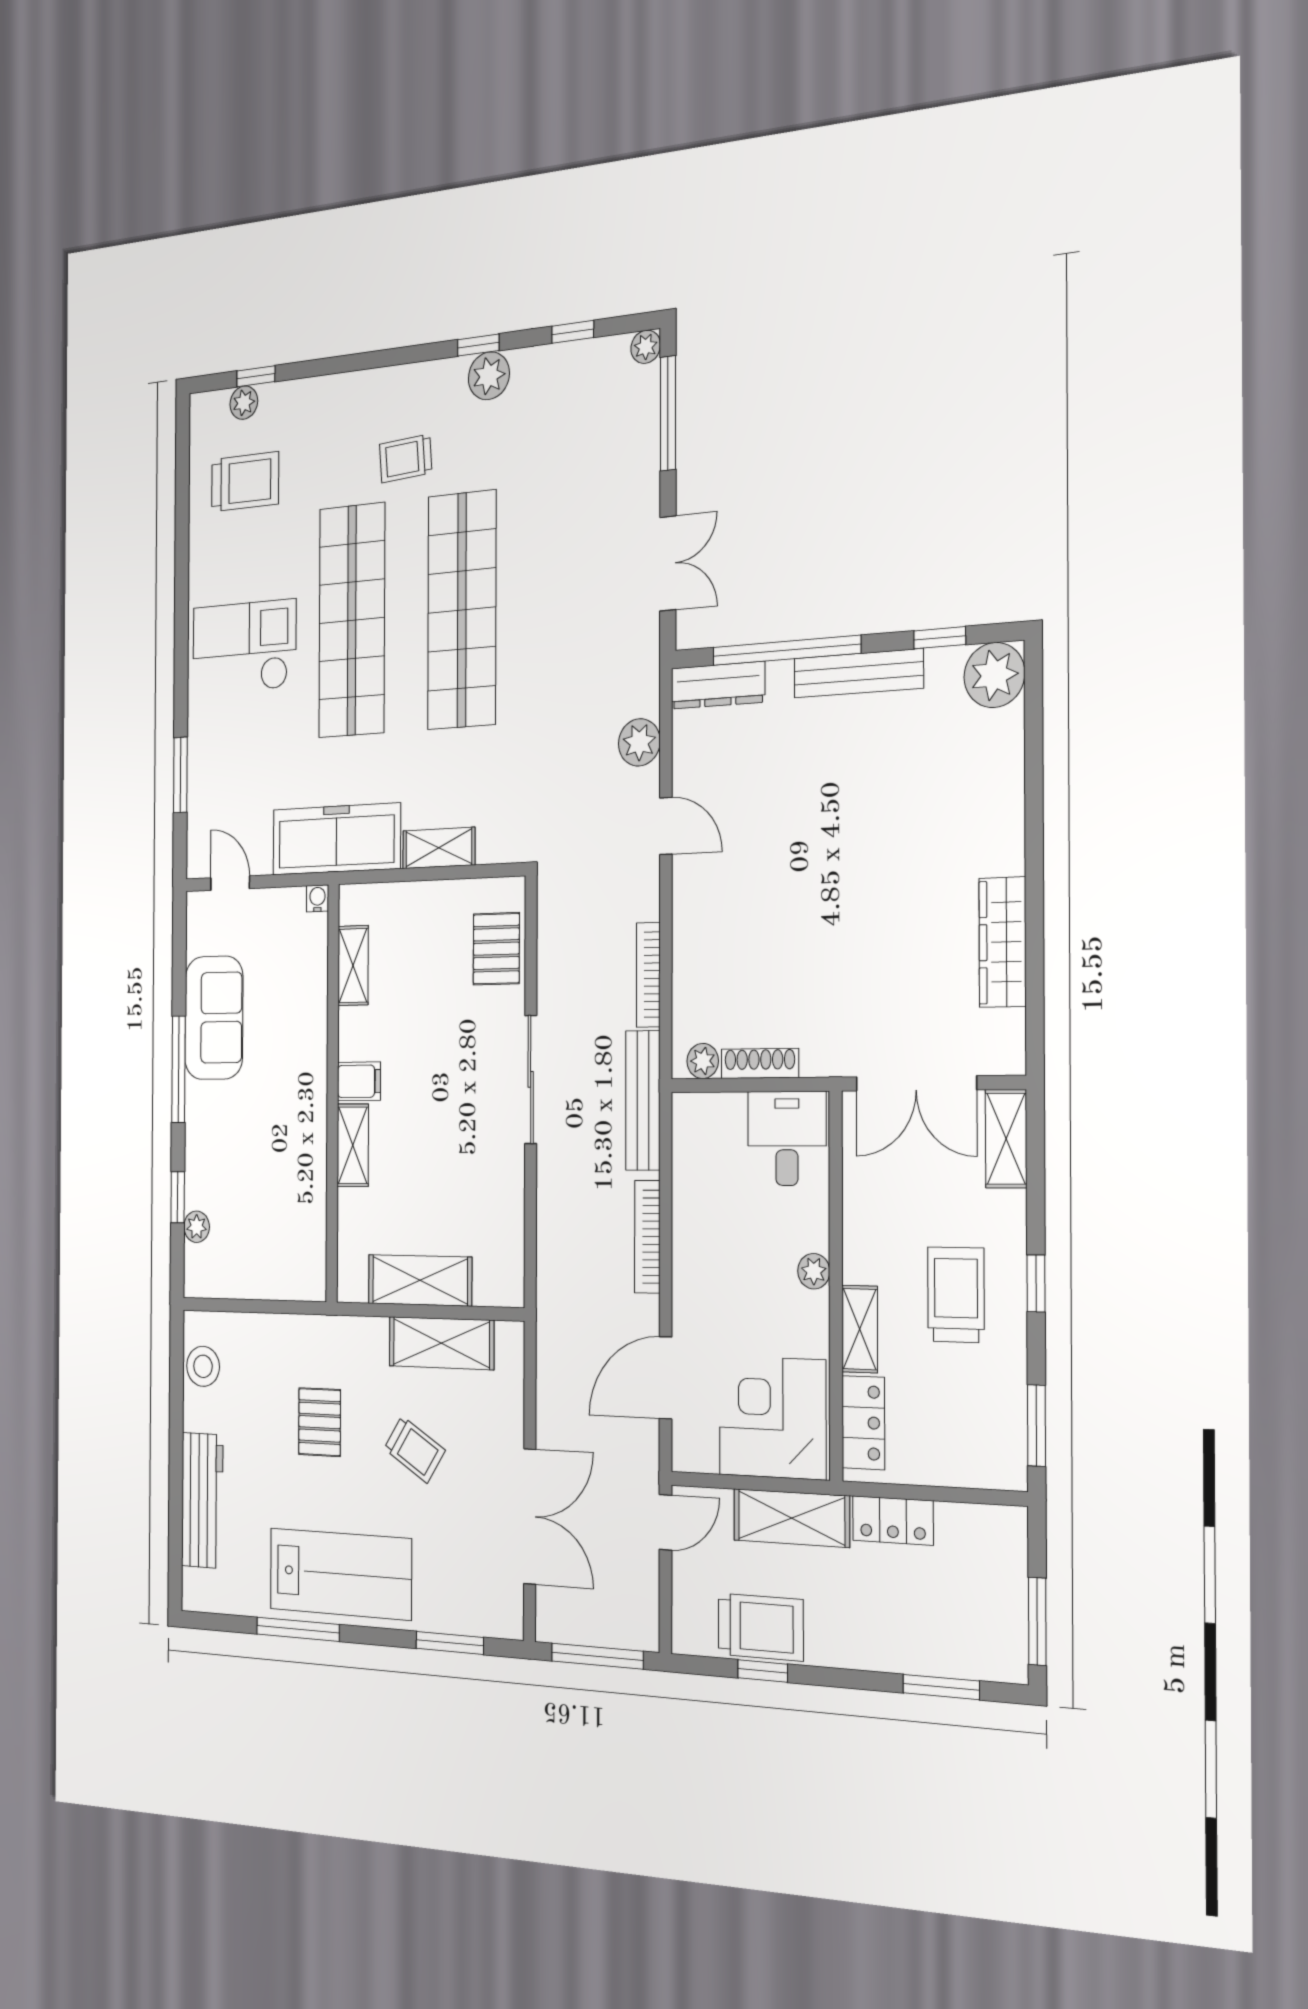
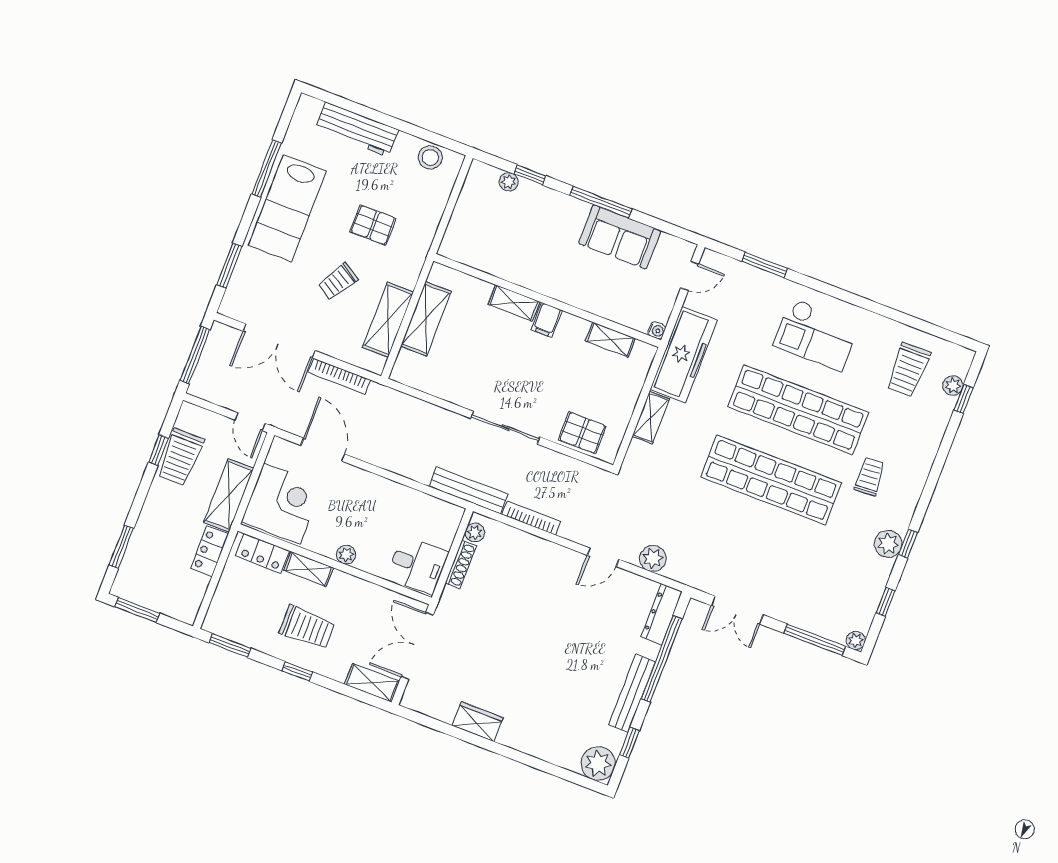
checkout: (244, 647) -> (816, 334), turned 90
wardrobe: (1003, 942) -> (478, 722), width x0.67
bookcase: (647, 1237) -> (339, 376), moved, turned 180

